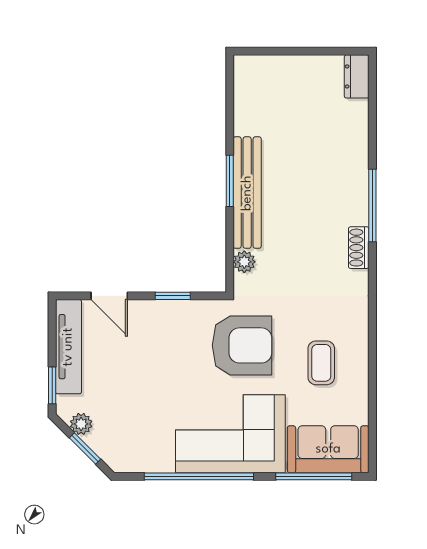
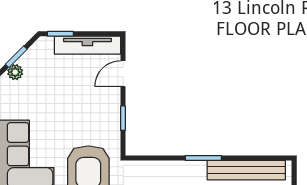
bench: (247, 193) -> (246, 170), moved
plant: (244, 262) -> (147, 168), removed
plant: (81, 424) -> (15, 72), moved

